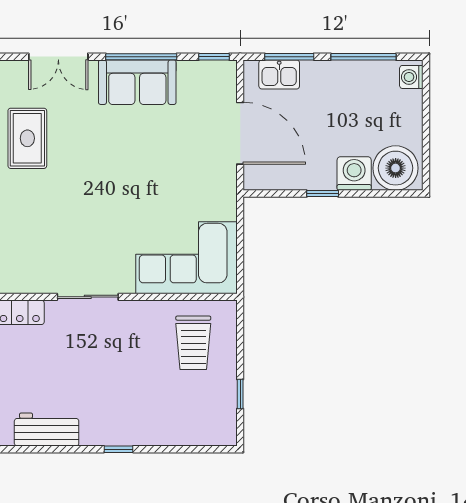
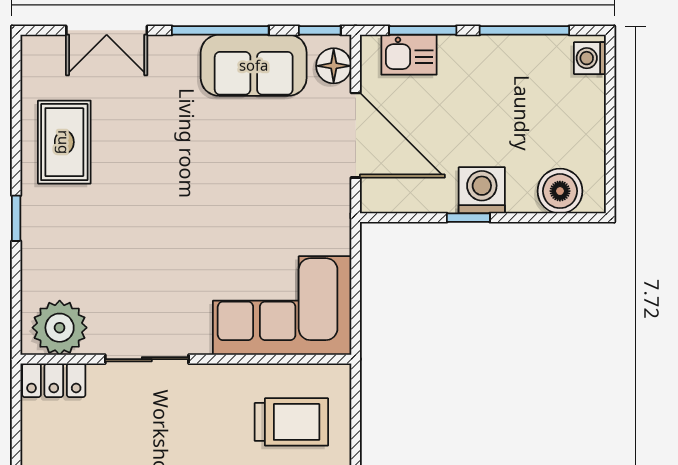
sofa: (137, 82) -> (254, 65), moved
floor lamp: (224, 83) -> (334, 66), added
boiler: (396, 168) -> (560, 191), width x0.73, depth x0.73
washing machine: (354, 174) -> (482, 190), moved
plant: (24, 274) -> (60, 328), added
trolley: (193, 343) -> (291, 422), turned -90

